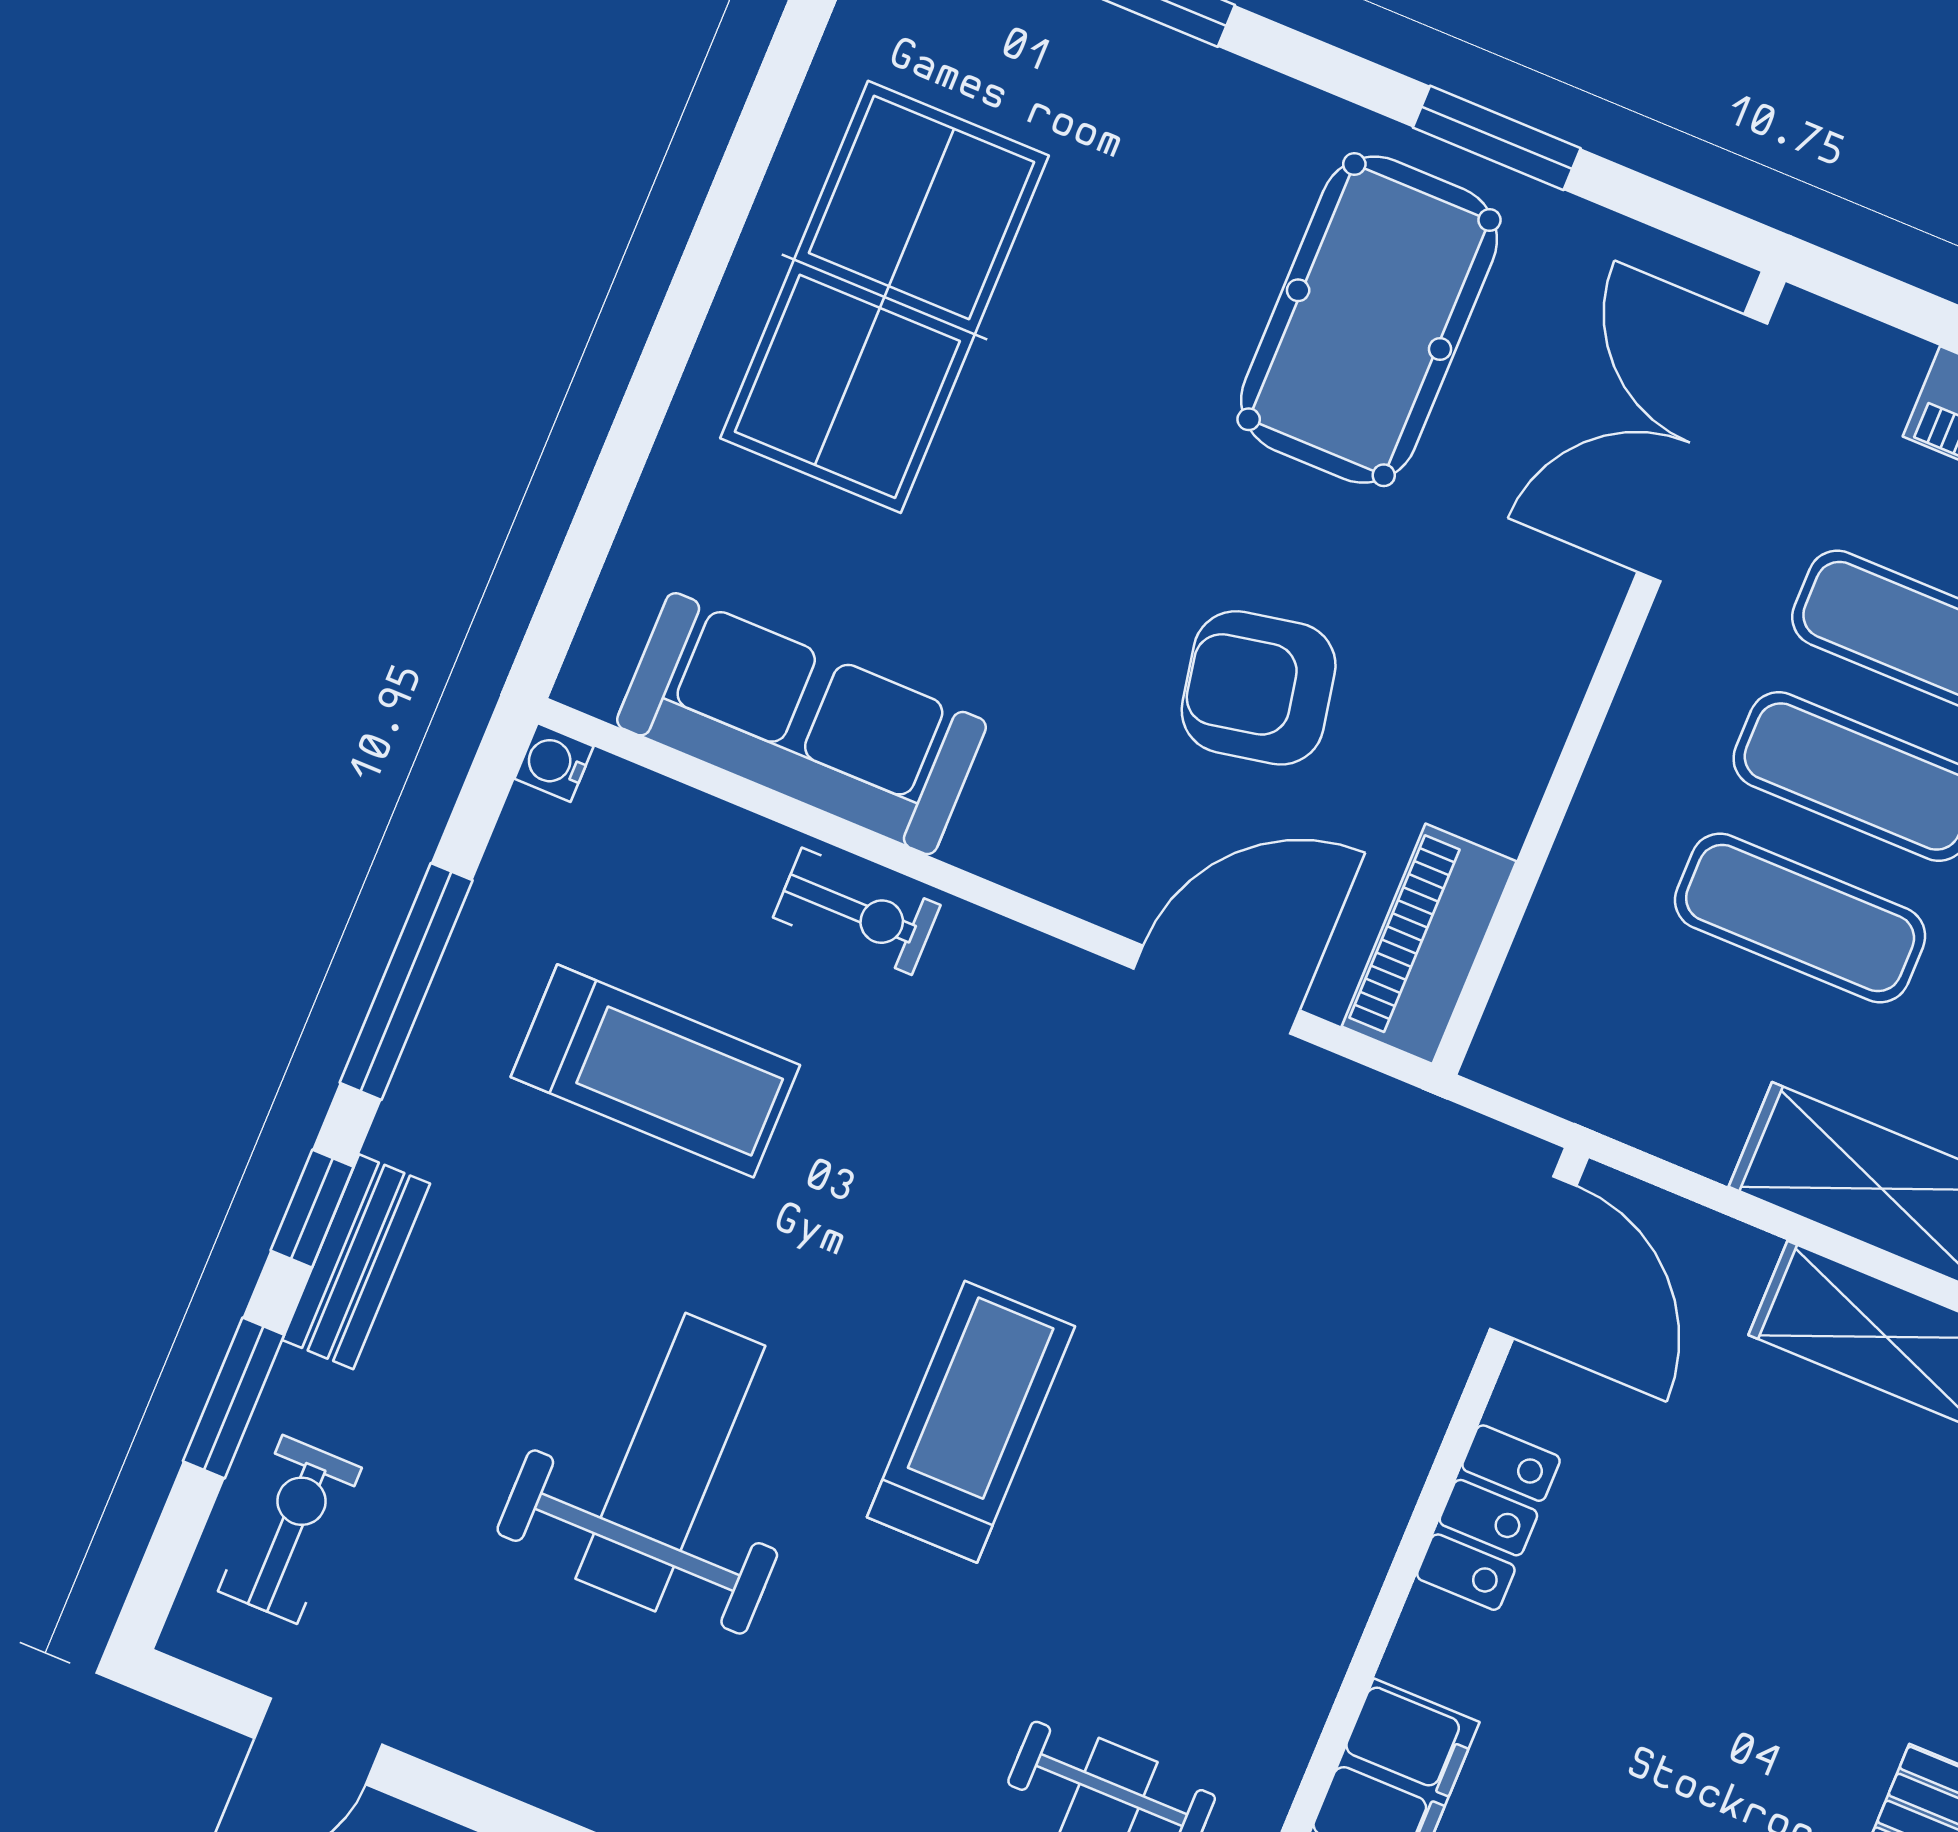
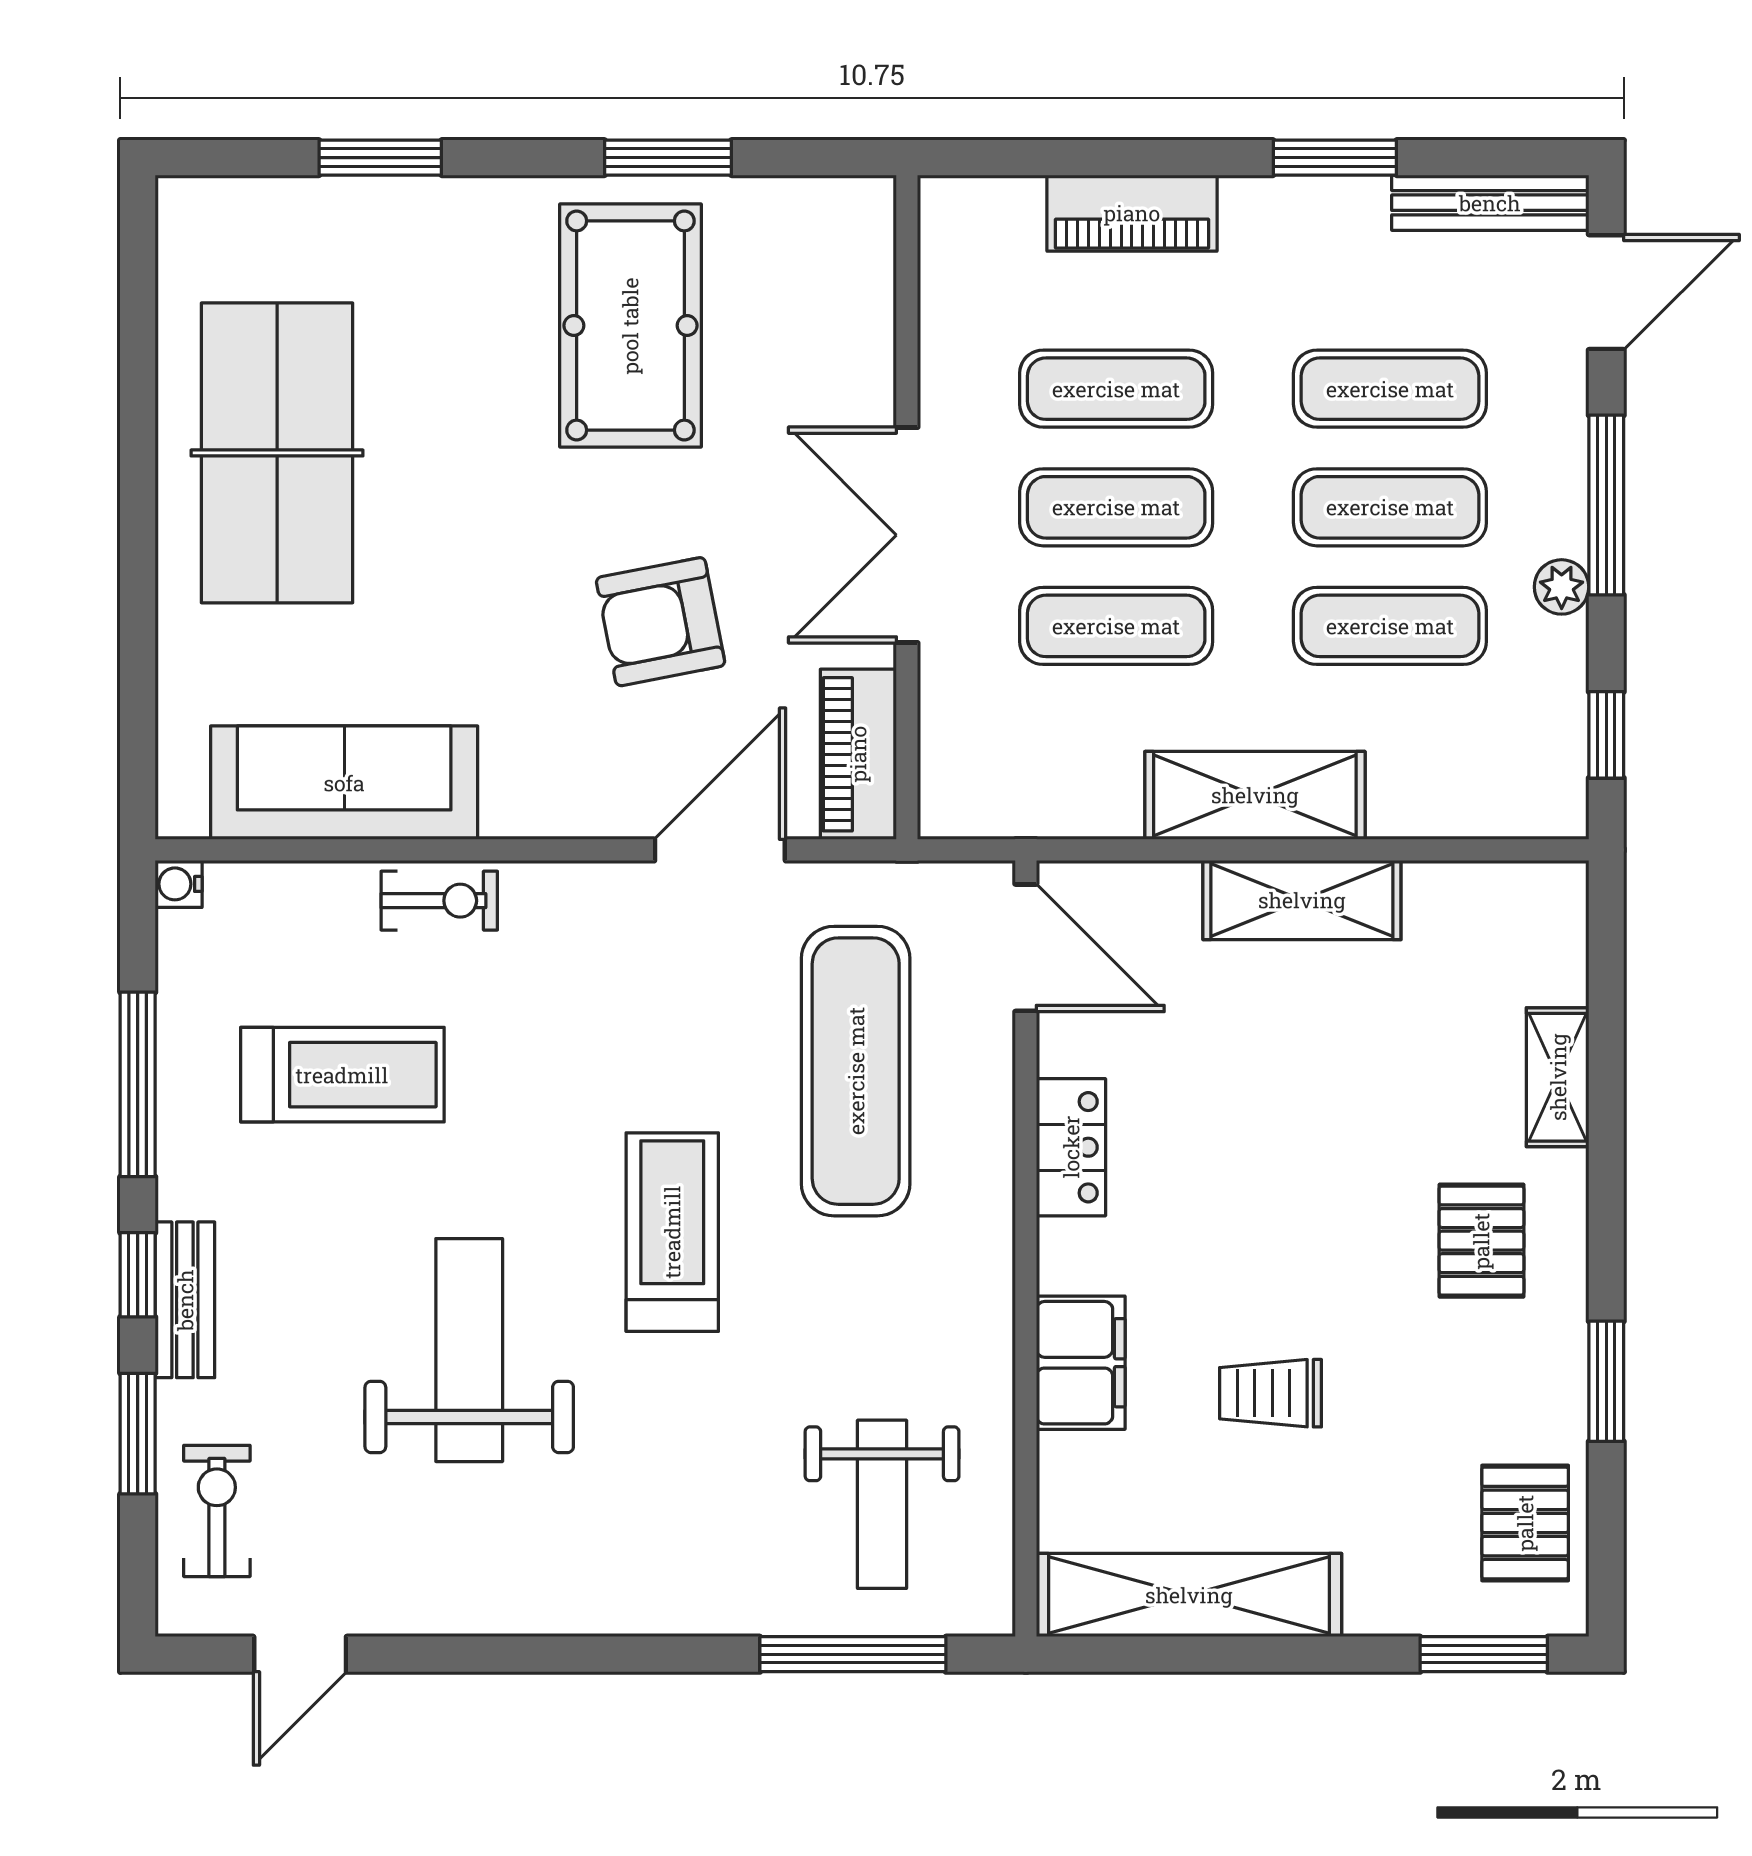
double door: (1702, 448) -> (907, 535), moved
exercise mat: (1269, 1320) -> (856, 1071), added

